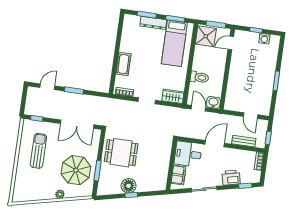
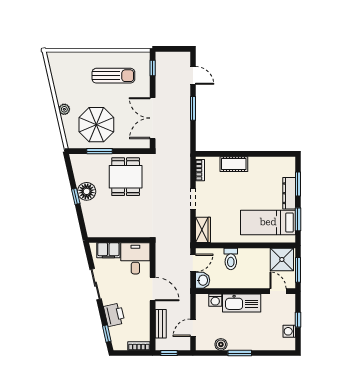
kitchen sink: (236, 74) -> (242, 303), added
washing machine: (231, 95) -> (215, 300), added
boiler: (267, 95) -> (221, 344), added

